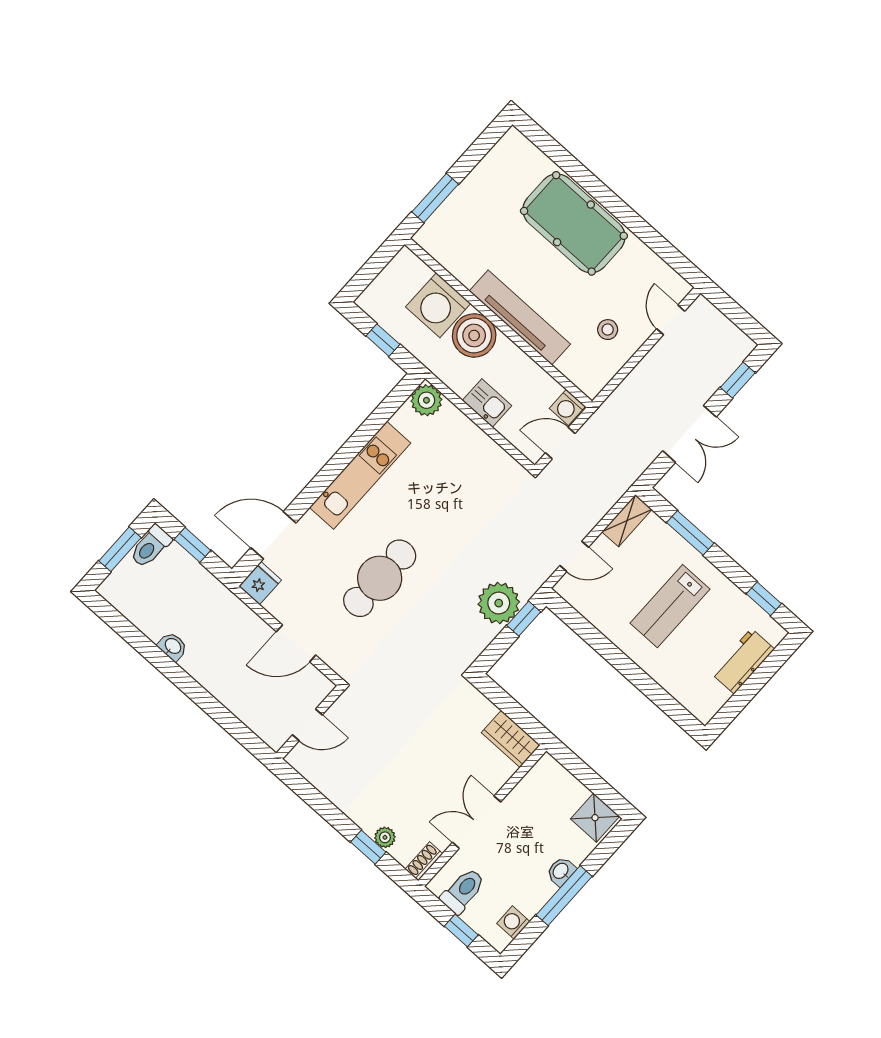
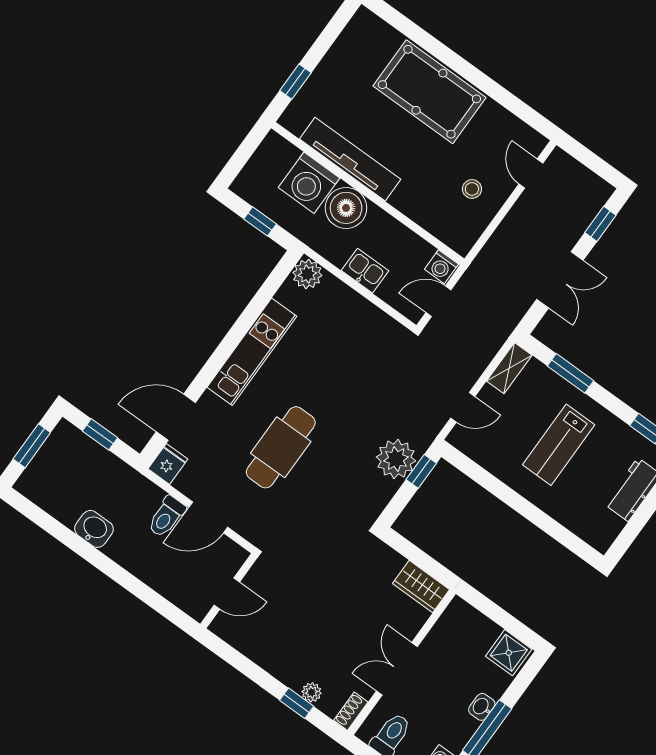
window: (435, 198) -> (295, 82), width x0.67
tv unit: (520, 318) -> (350, 159), moved
toilet: (151, 546) -> (166, 517), moved
washbasin: (173, 646) -> (94, 529), width x1.38, depth x1.45

